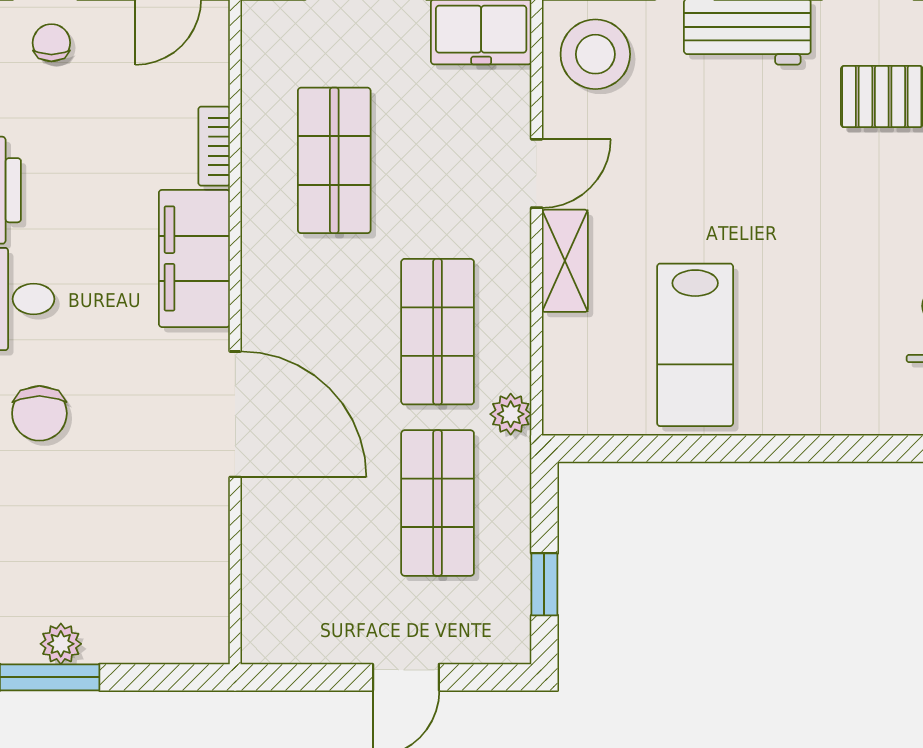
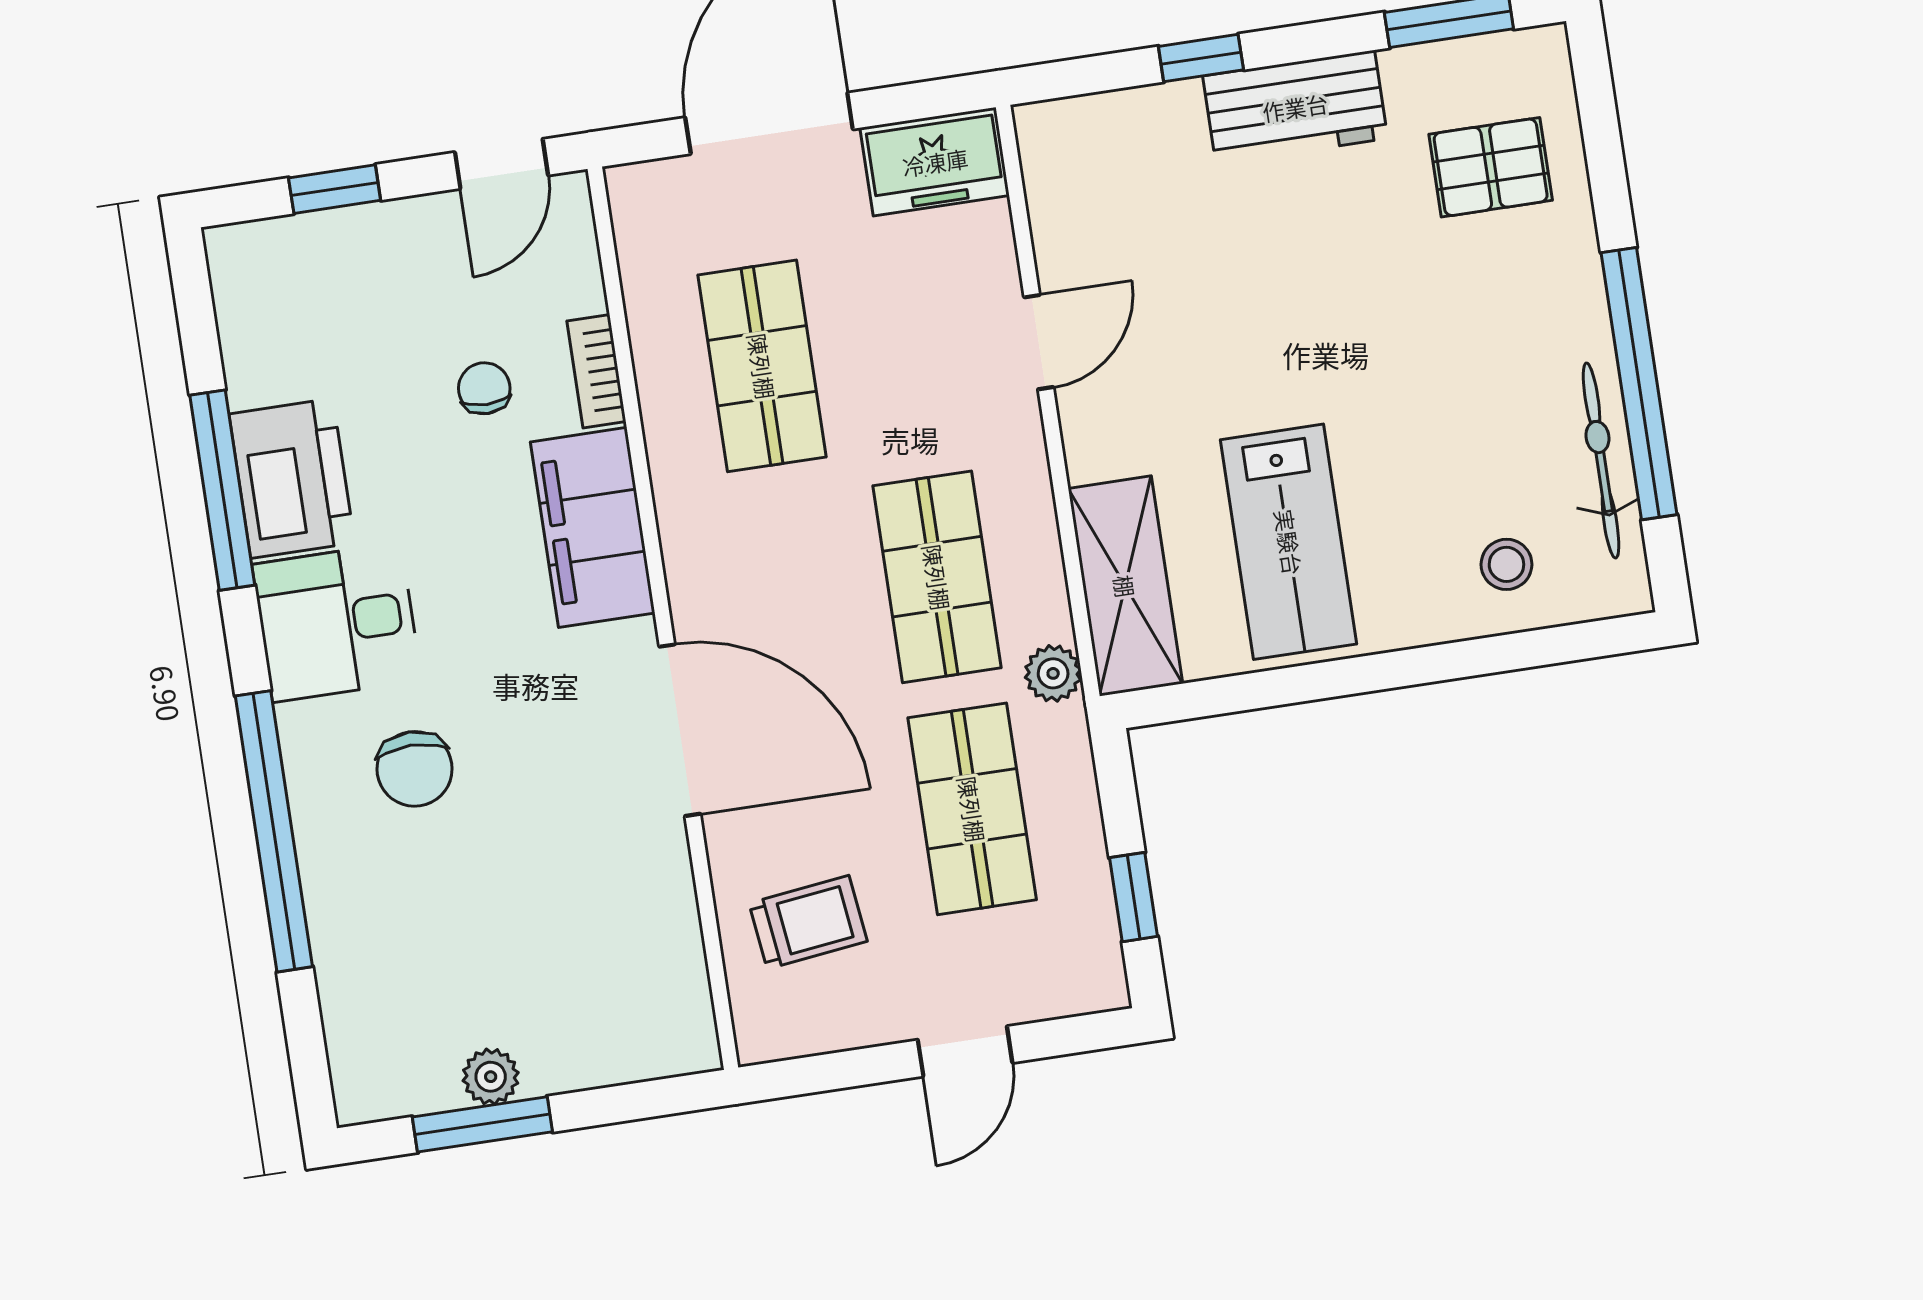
chair: (51, 43) -> (484, 388), moved
stool: (595, 54) -> (1506, 564), moved, width x0.53, depth x0.53
shelving: (565, 261) -> (1125, 586), moved, width x1.50, depth x1.33
trolley: (307, 567) -> (808, 922), added

